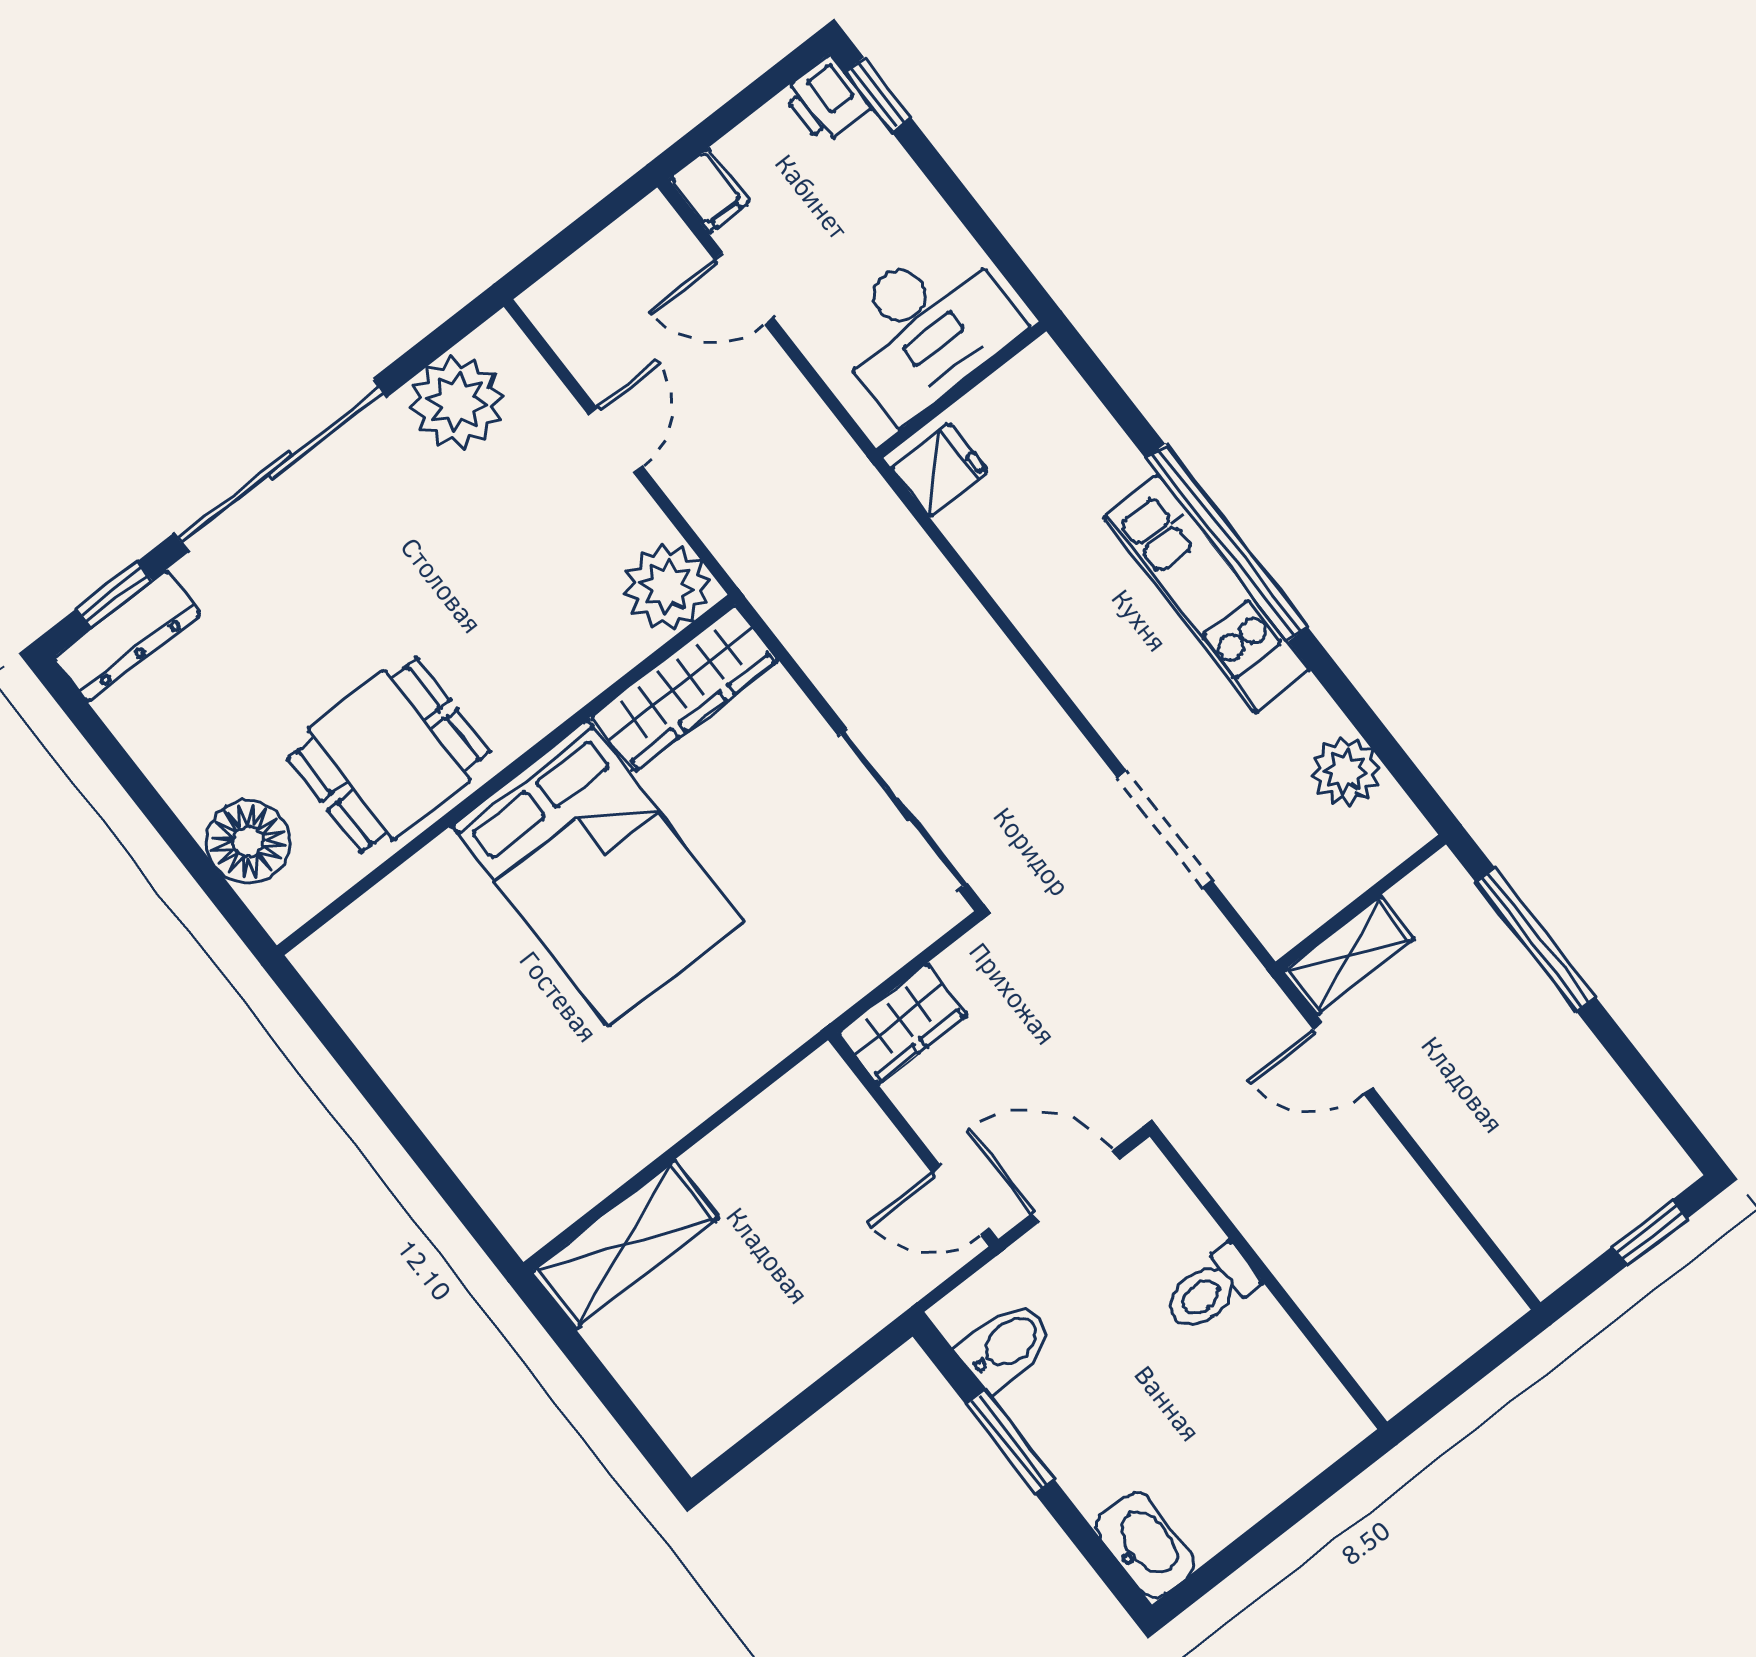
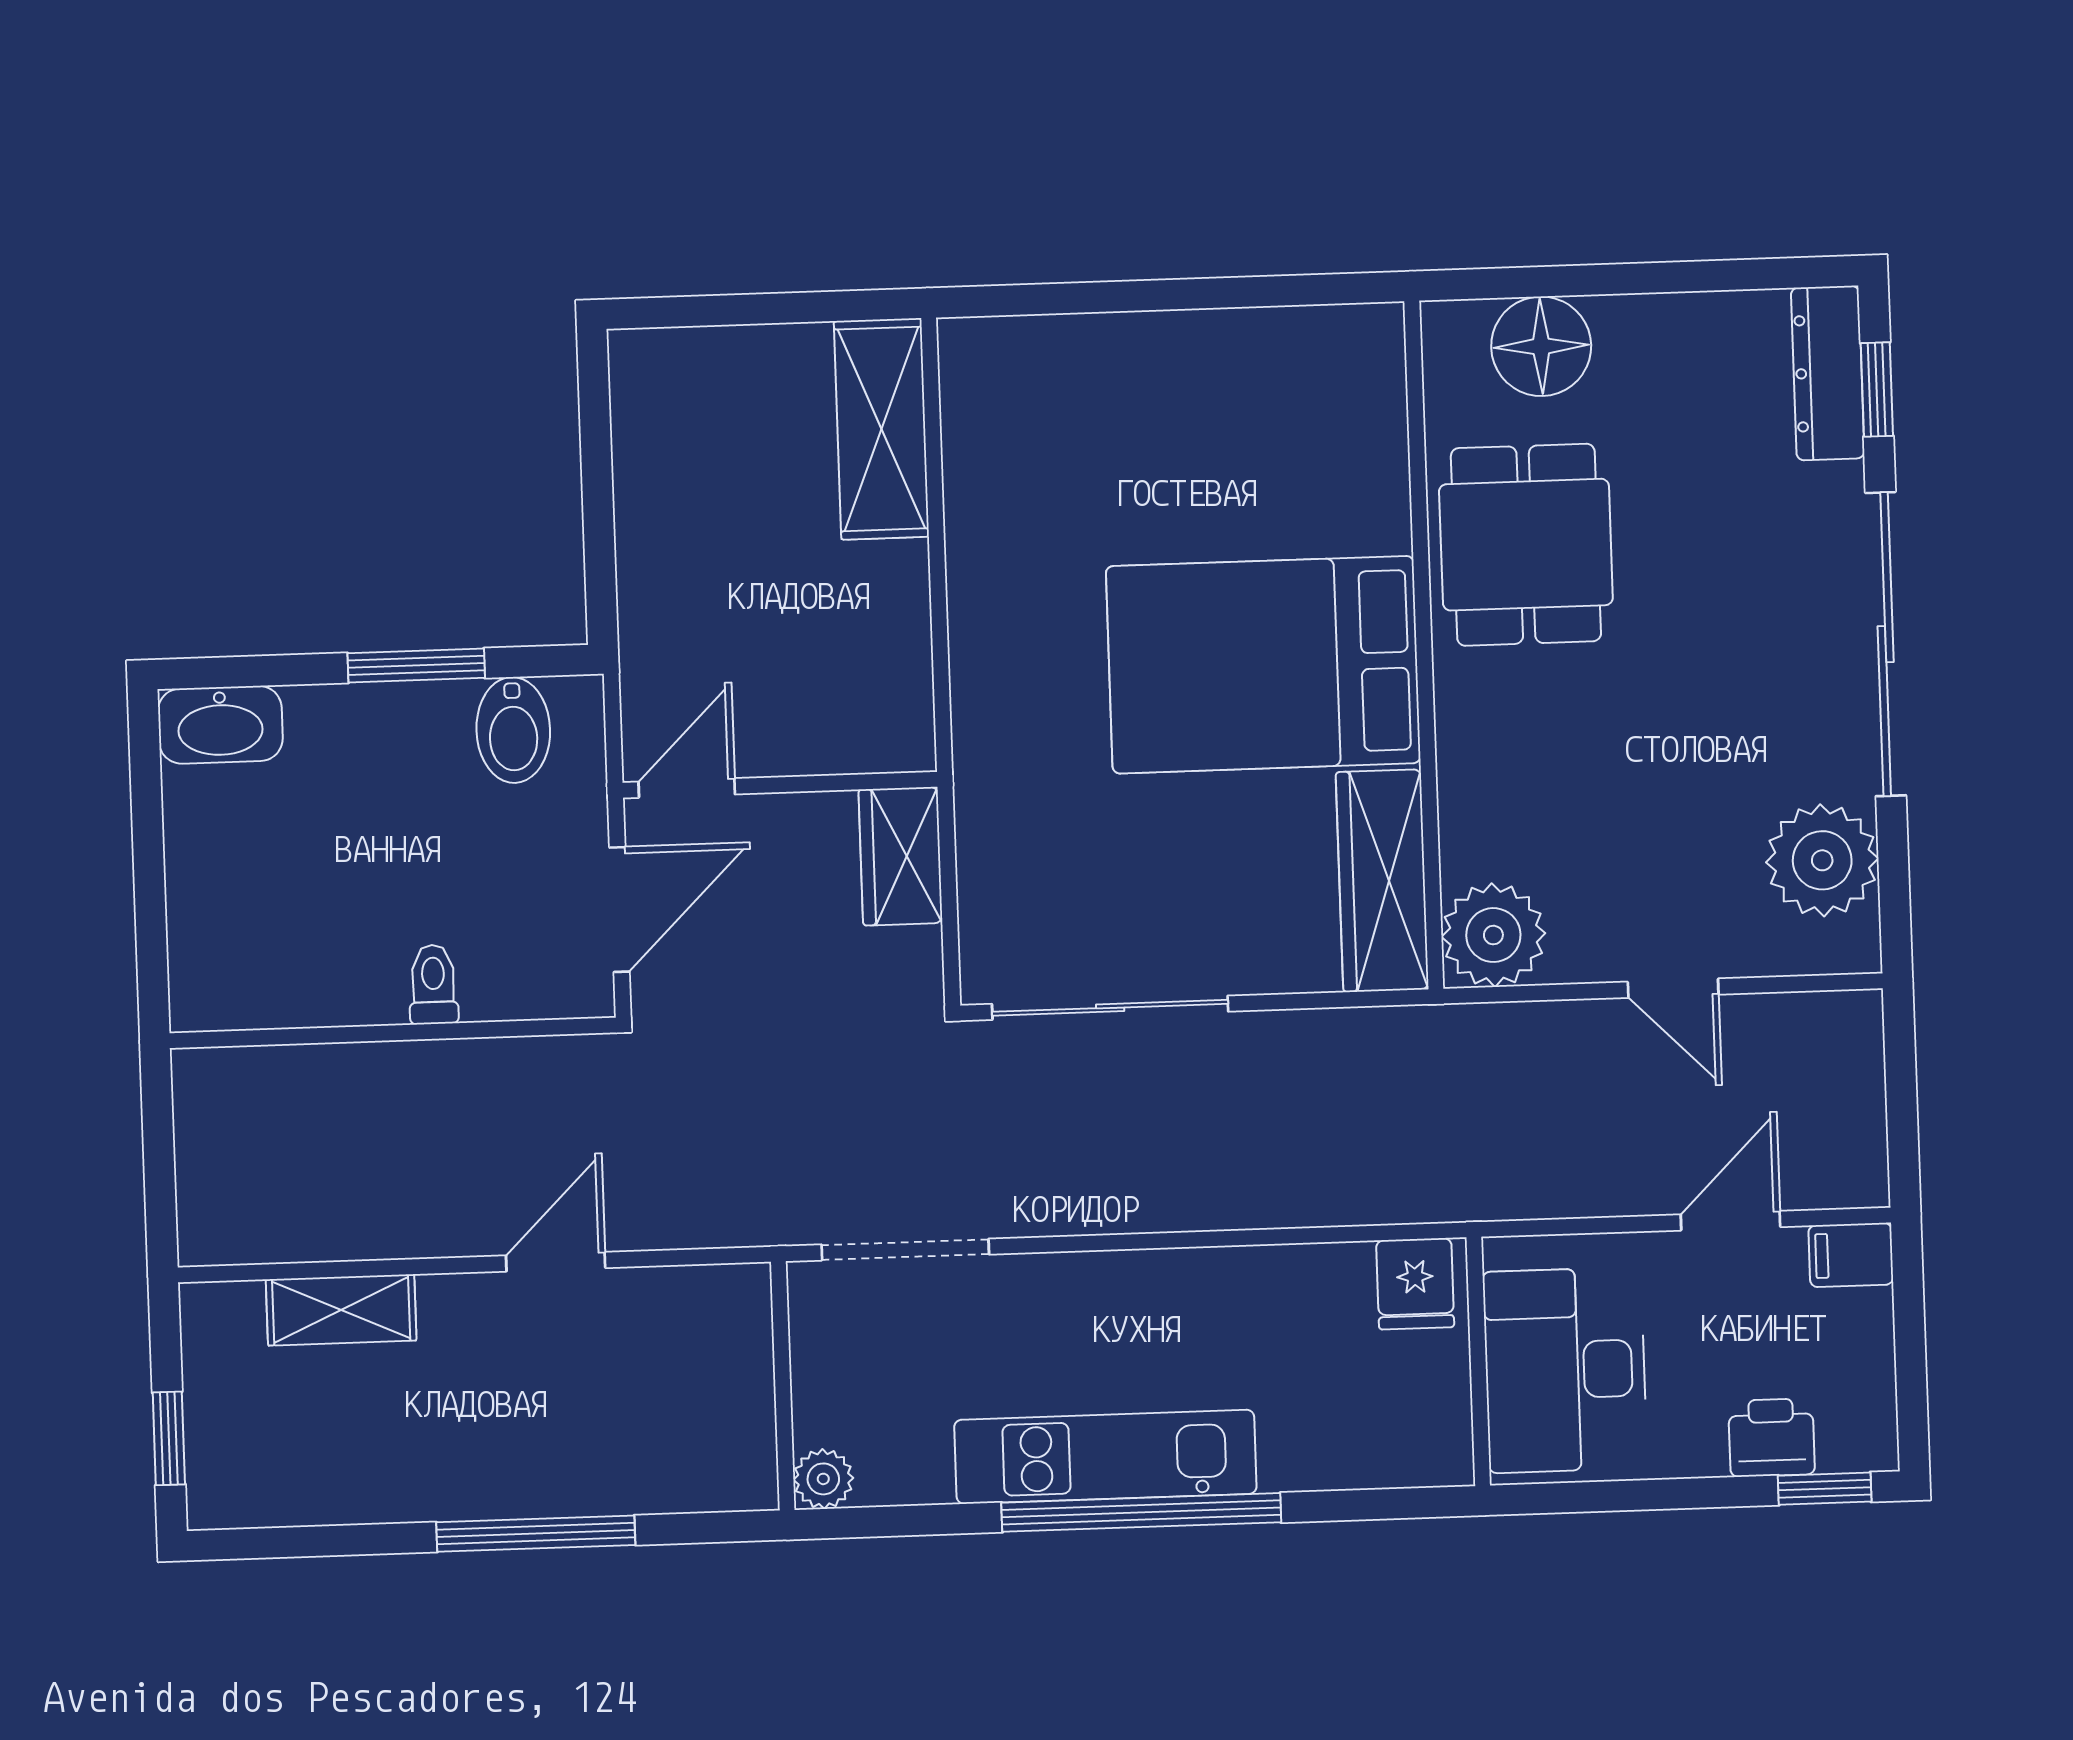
printer: (826, 100) -> (1772, 1438), moved
plant: (1346, 771) -> (823, 1479), width x0.73, depth x0.73
wall: (1361, 903) -> (783, 1386), moved
shelving: (1348, 955) -> (341, 1310), moved, turned 90
toilet: (1211, 1289) -> (433, 984), width x0.73, depth x0.72

